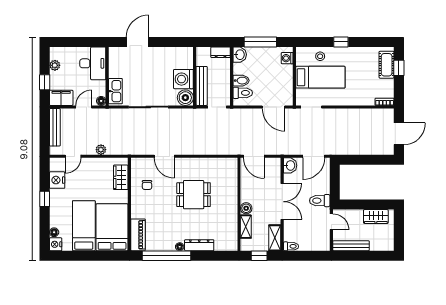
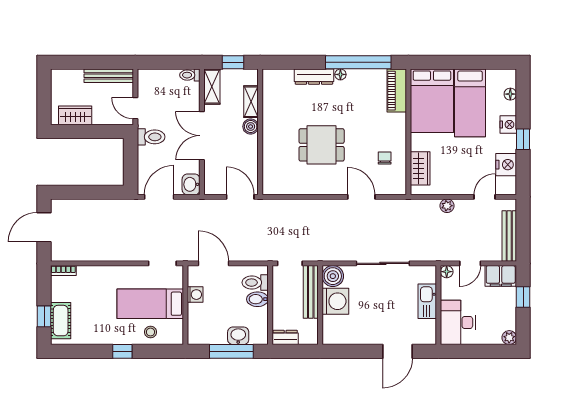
washbasin: (240, 55) -> (238, 336), moved, turned 90
washing machine: (287, 58) -> (195, 295), moved
plant: (55, 65) -> (509, 338), moved
kitchen sink: (115, 91) -> (427, 301), moved
nightstand: (56, 244) -> (508, 125), moved

